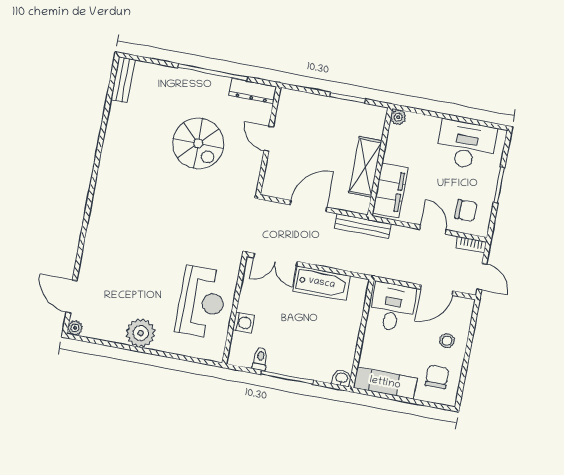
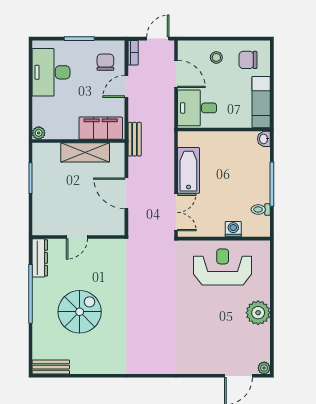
spiral stairs: (198, 143) -> (80, 312), moved
bench: (363, 226) -> (135, 139), width x0.73

